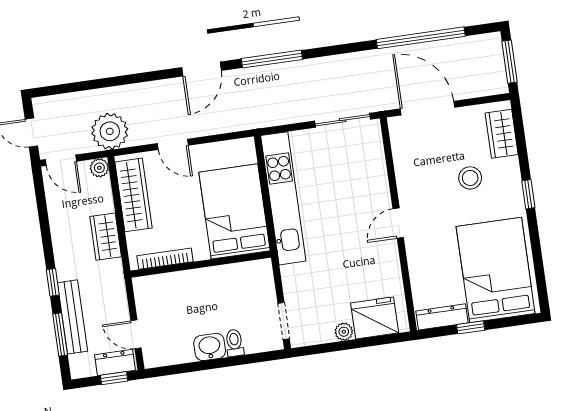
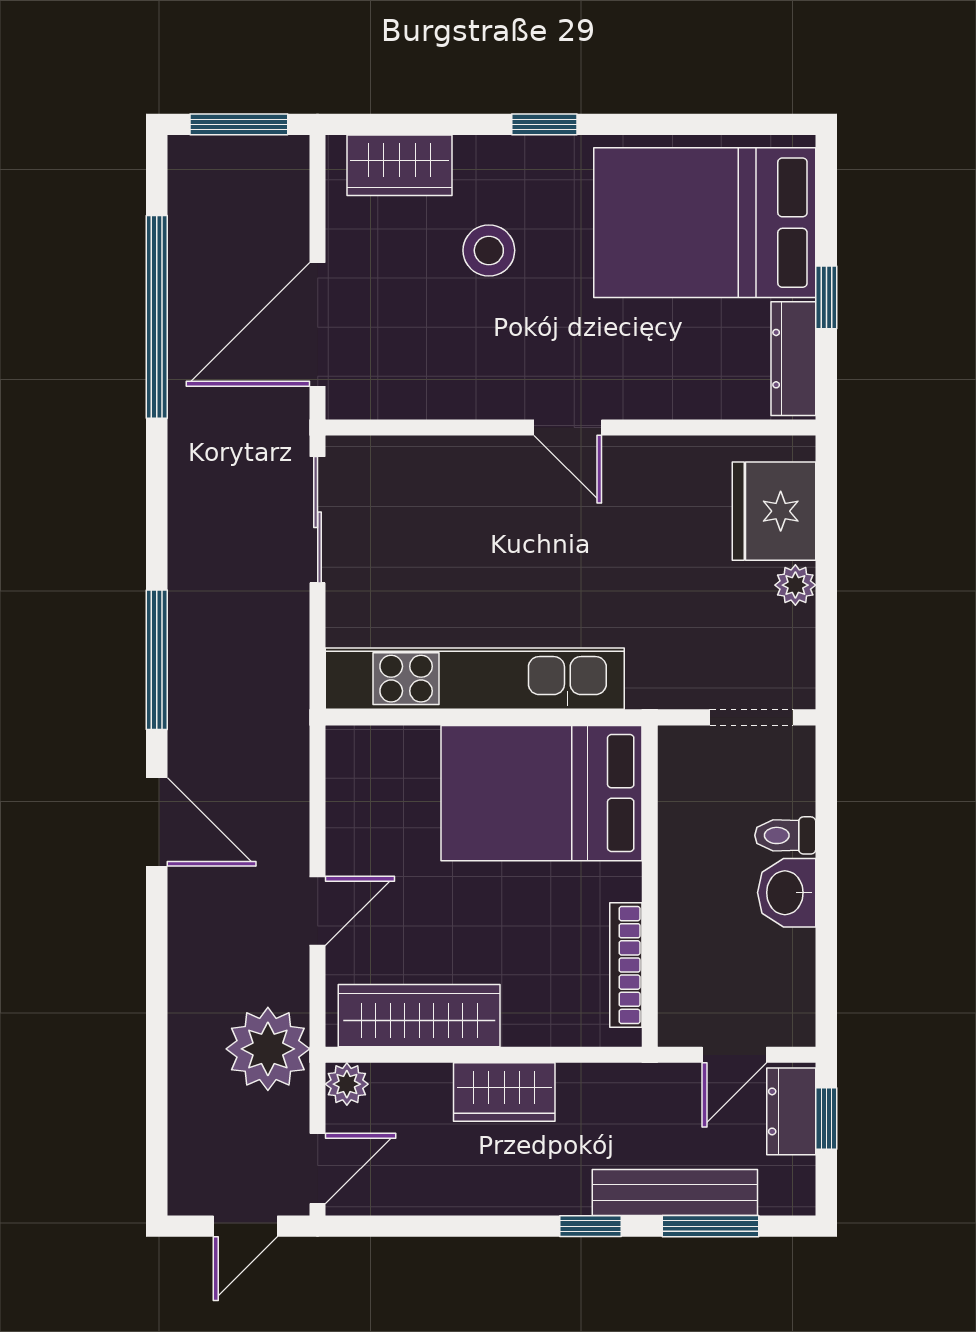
bed: (235, 211) -> (541, 793), moved
bookcase: (165, 259) -> (626, 965), moved
wall: (201, 264) -> (650, 886), moved

